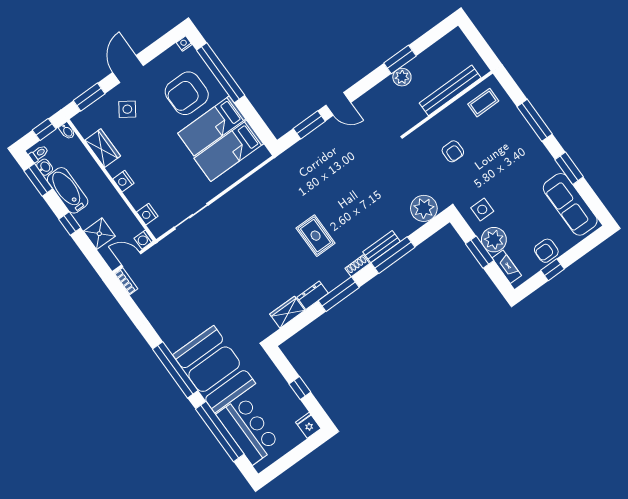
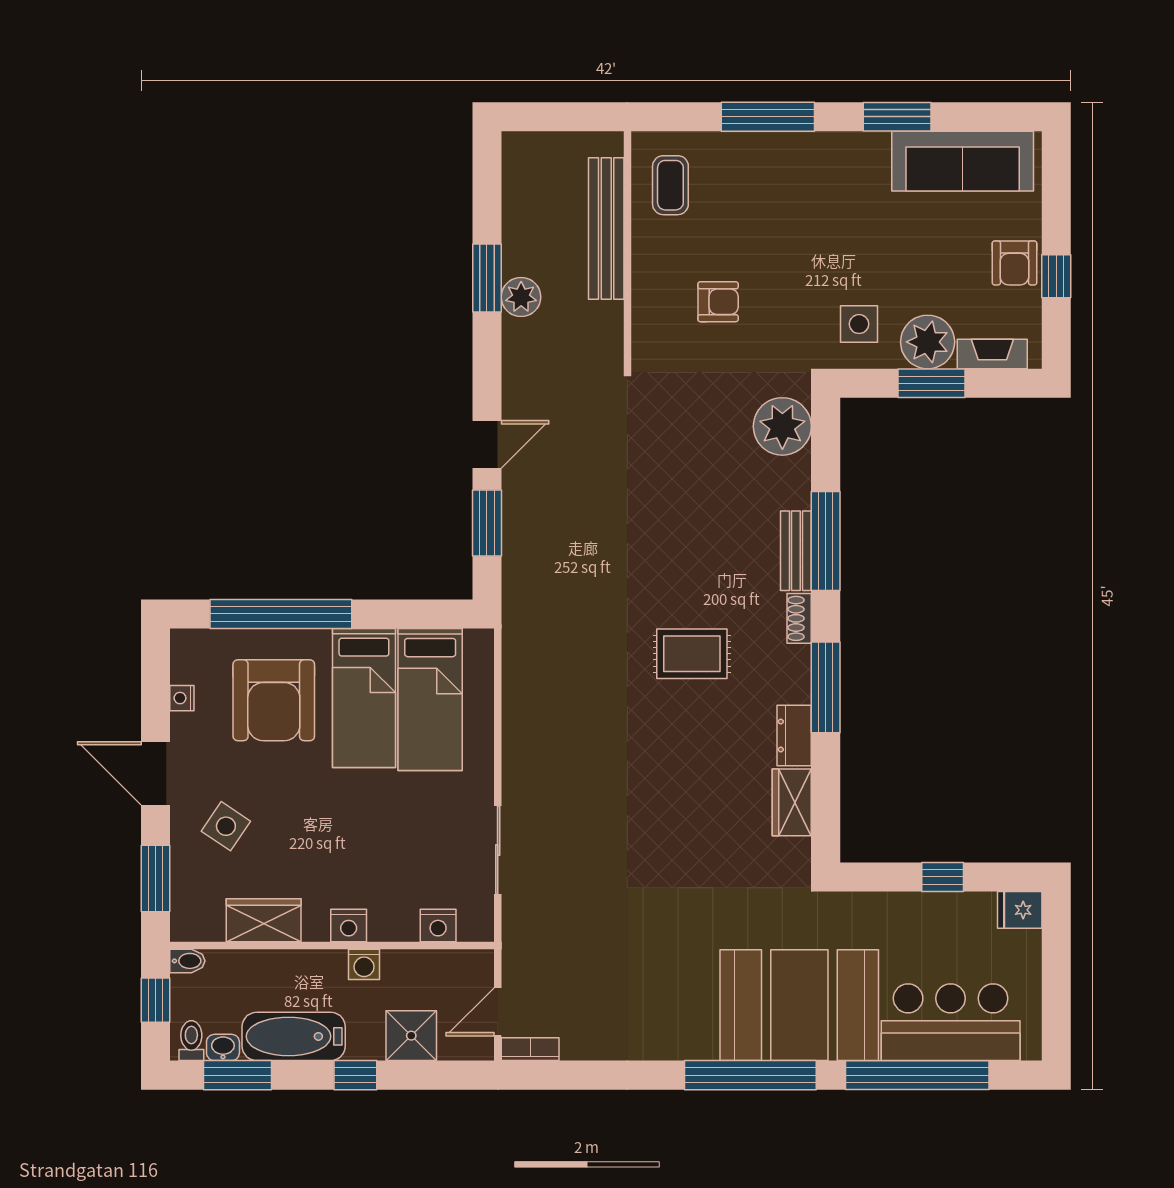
nightstand: (184, 43) -> (182, 698), moved
washing machine: (144, 240) -> (364, 964), moved

